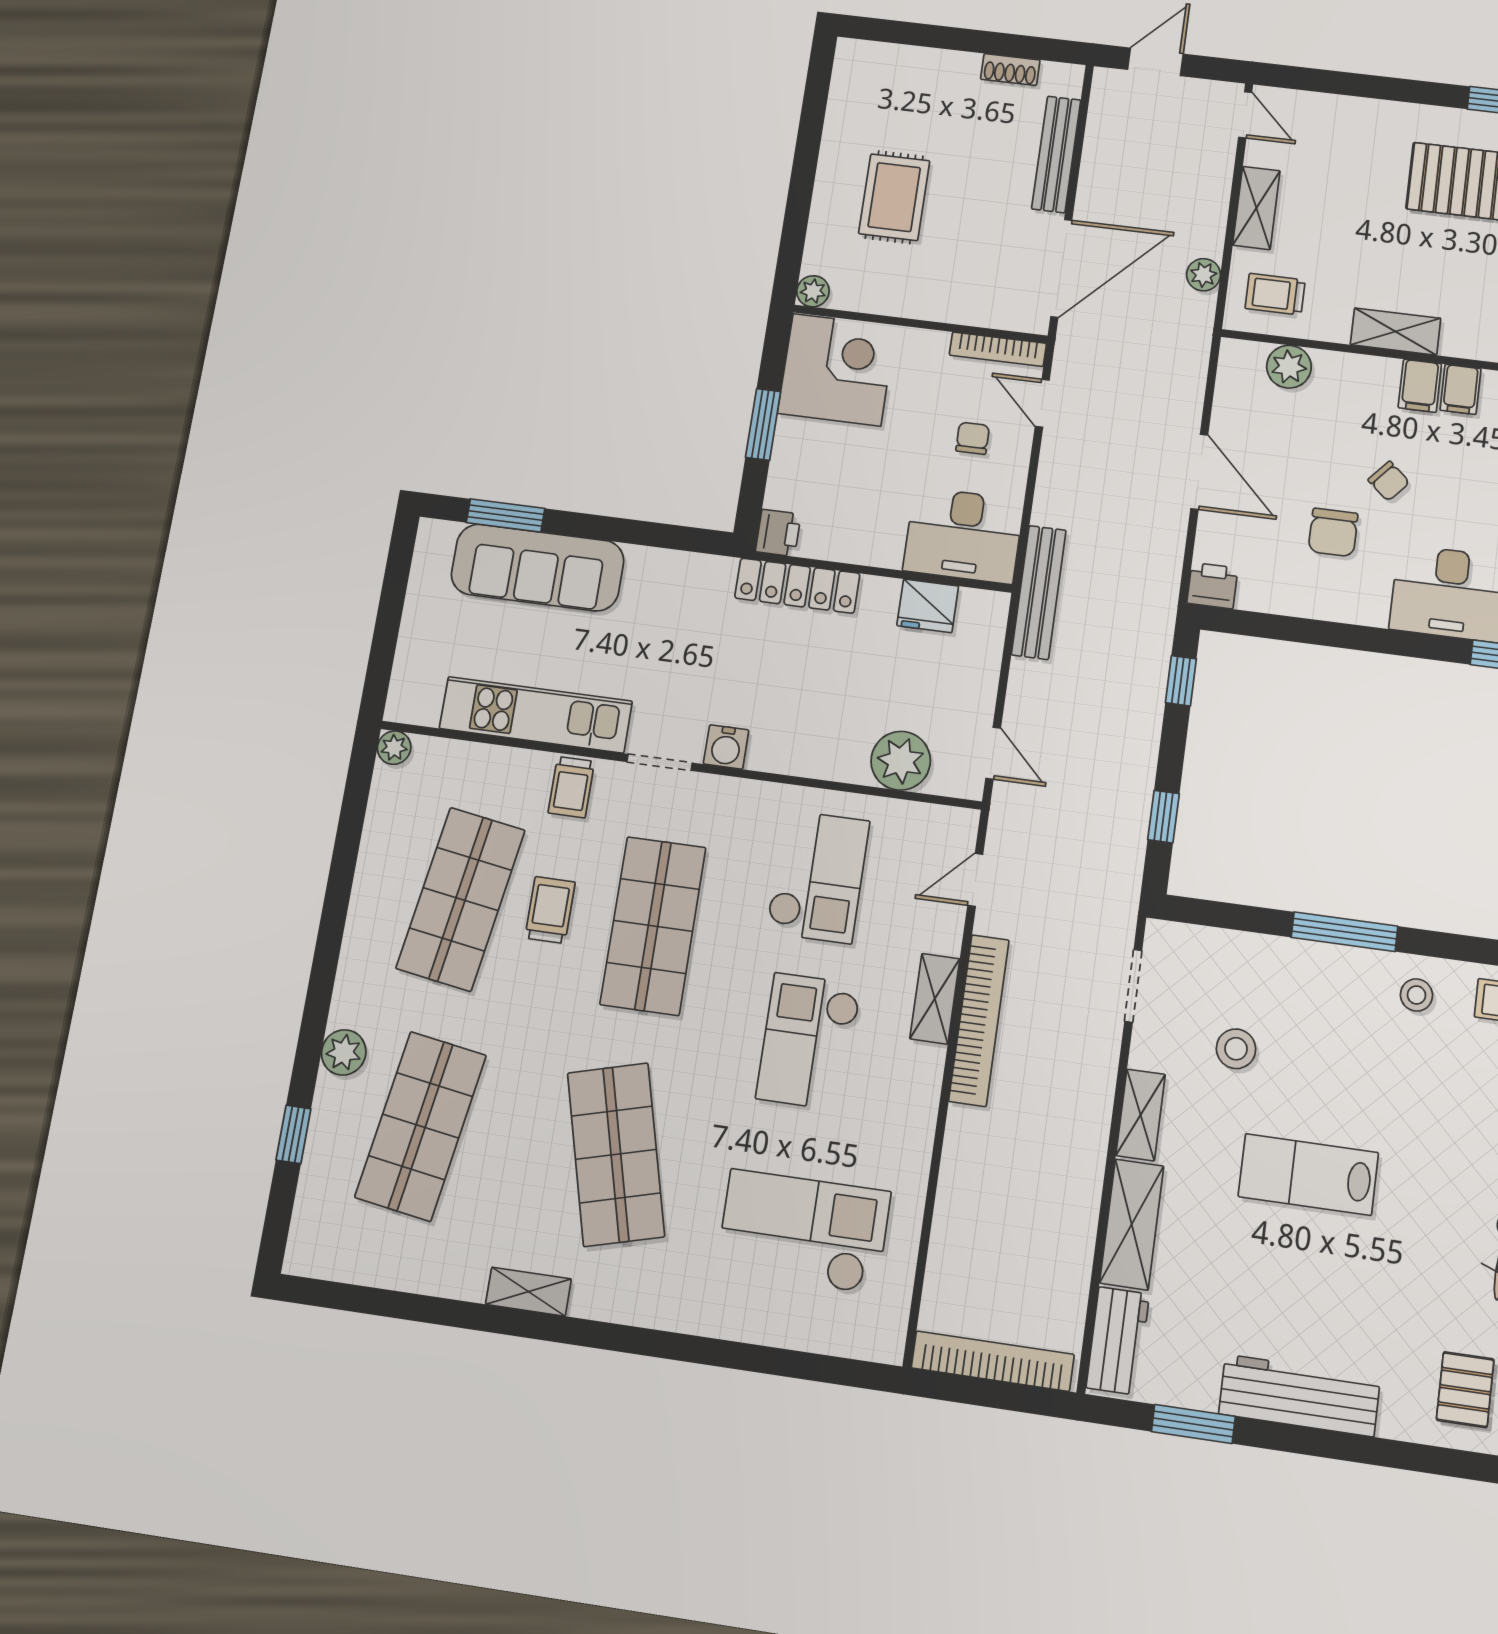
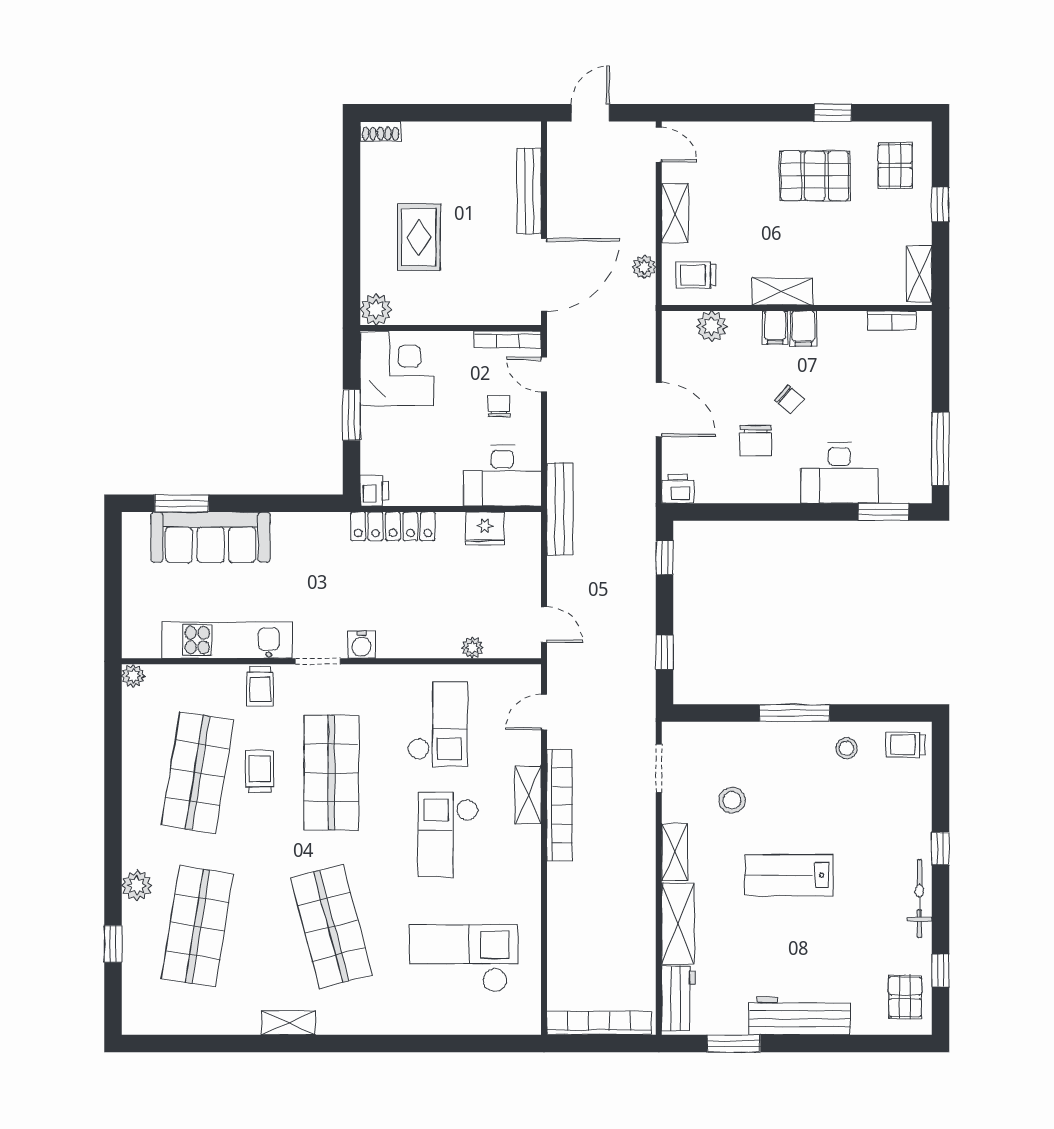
shoe rack: (1010, 70) -> (380, 131), moved
plant: (813, 291) -> (376, 309), width x1.38, depth x1.38
filing cabinet: (1460, 389) -> (775, 328), moved
plant: (901, 761) -> (473, 648), width x0.53, depth x0.53

